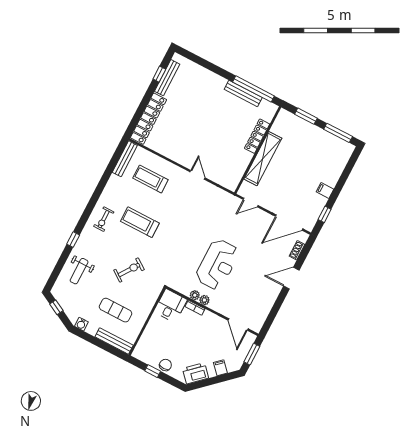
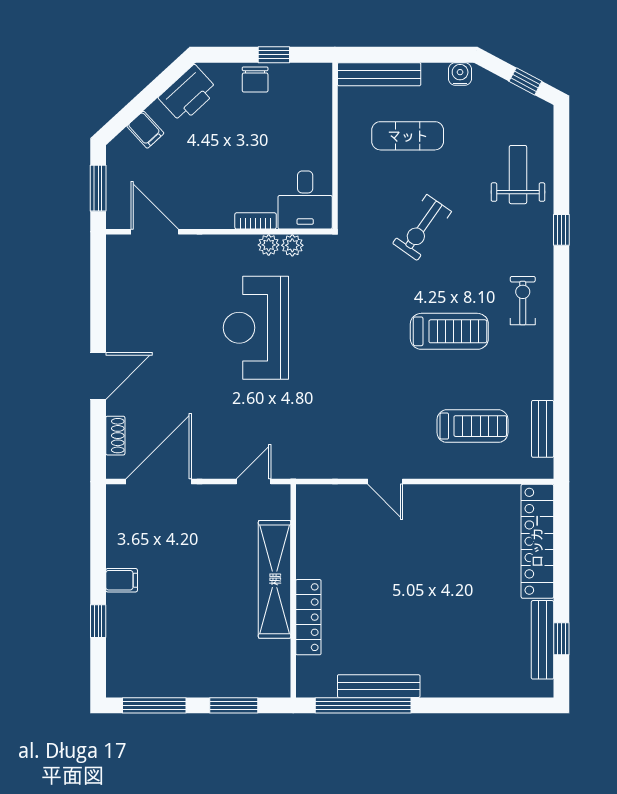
bench: (125, 159) -> (543, 429), width x0.73
window: (325, 214) -> (98, 621), moved
plant: (204, 300) -> (292, 245), moved

